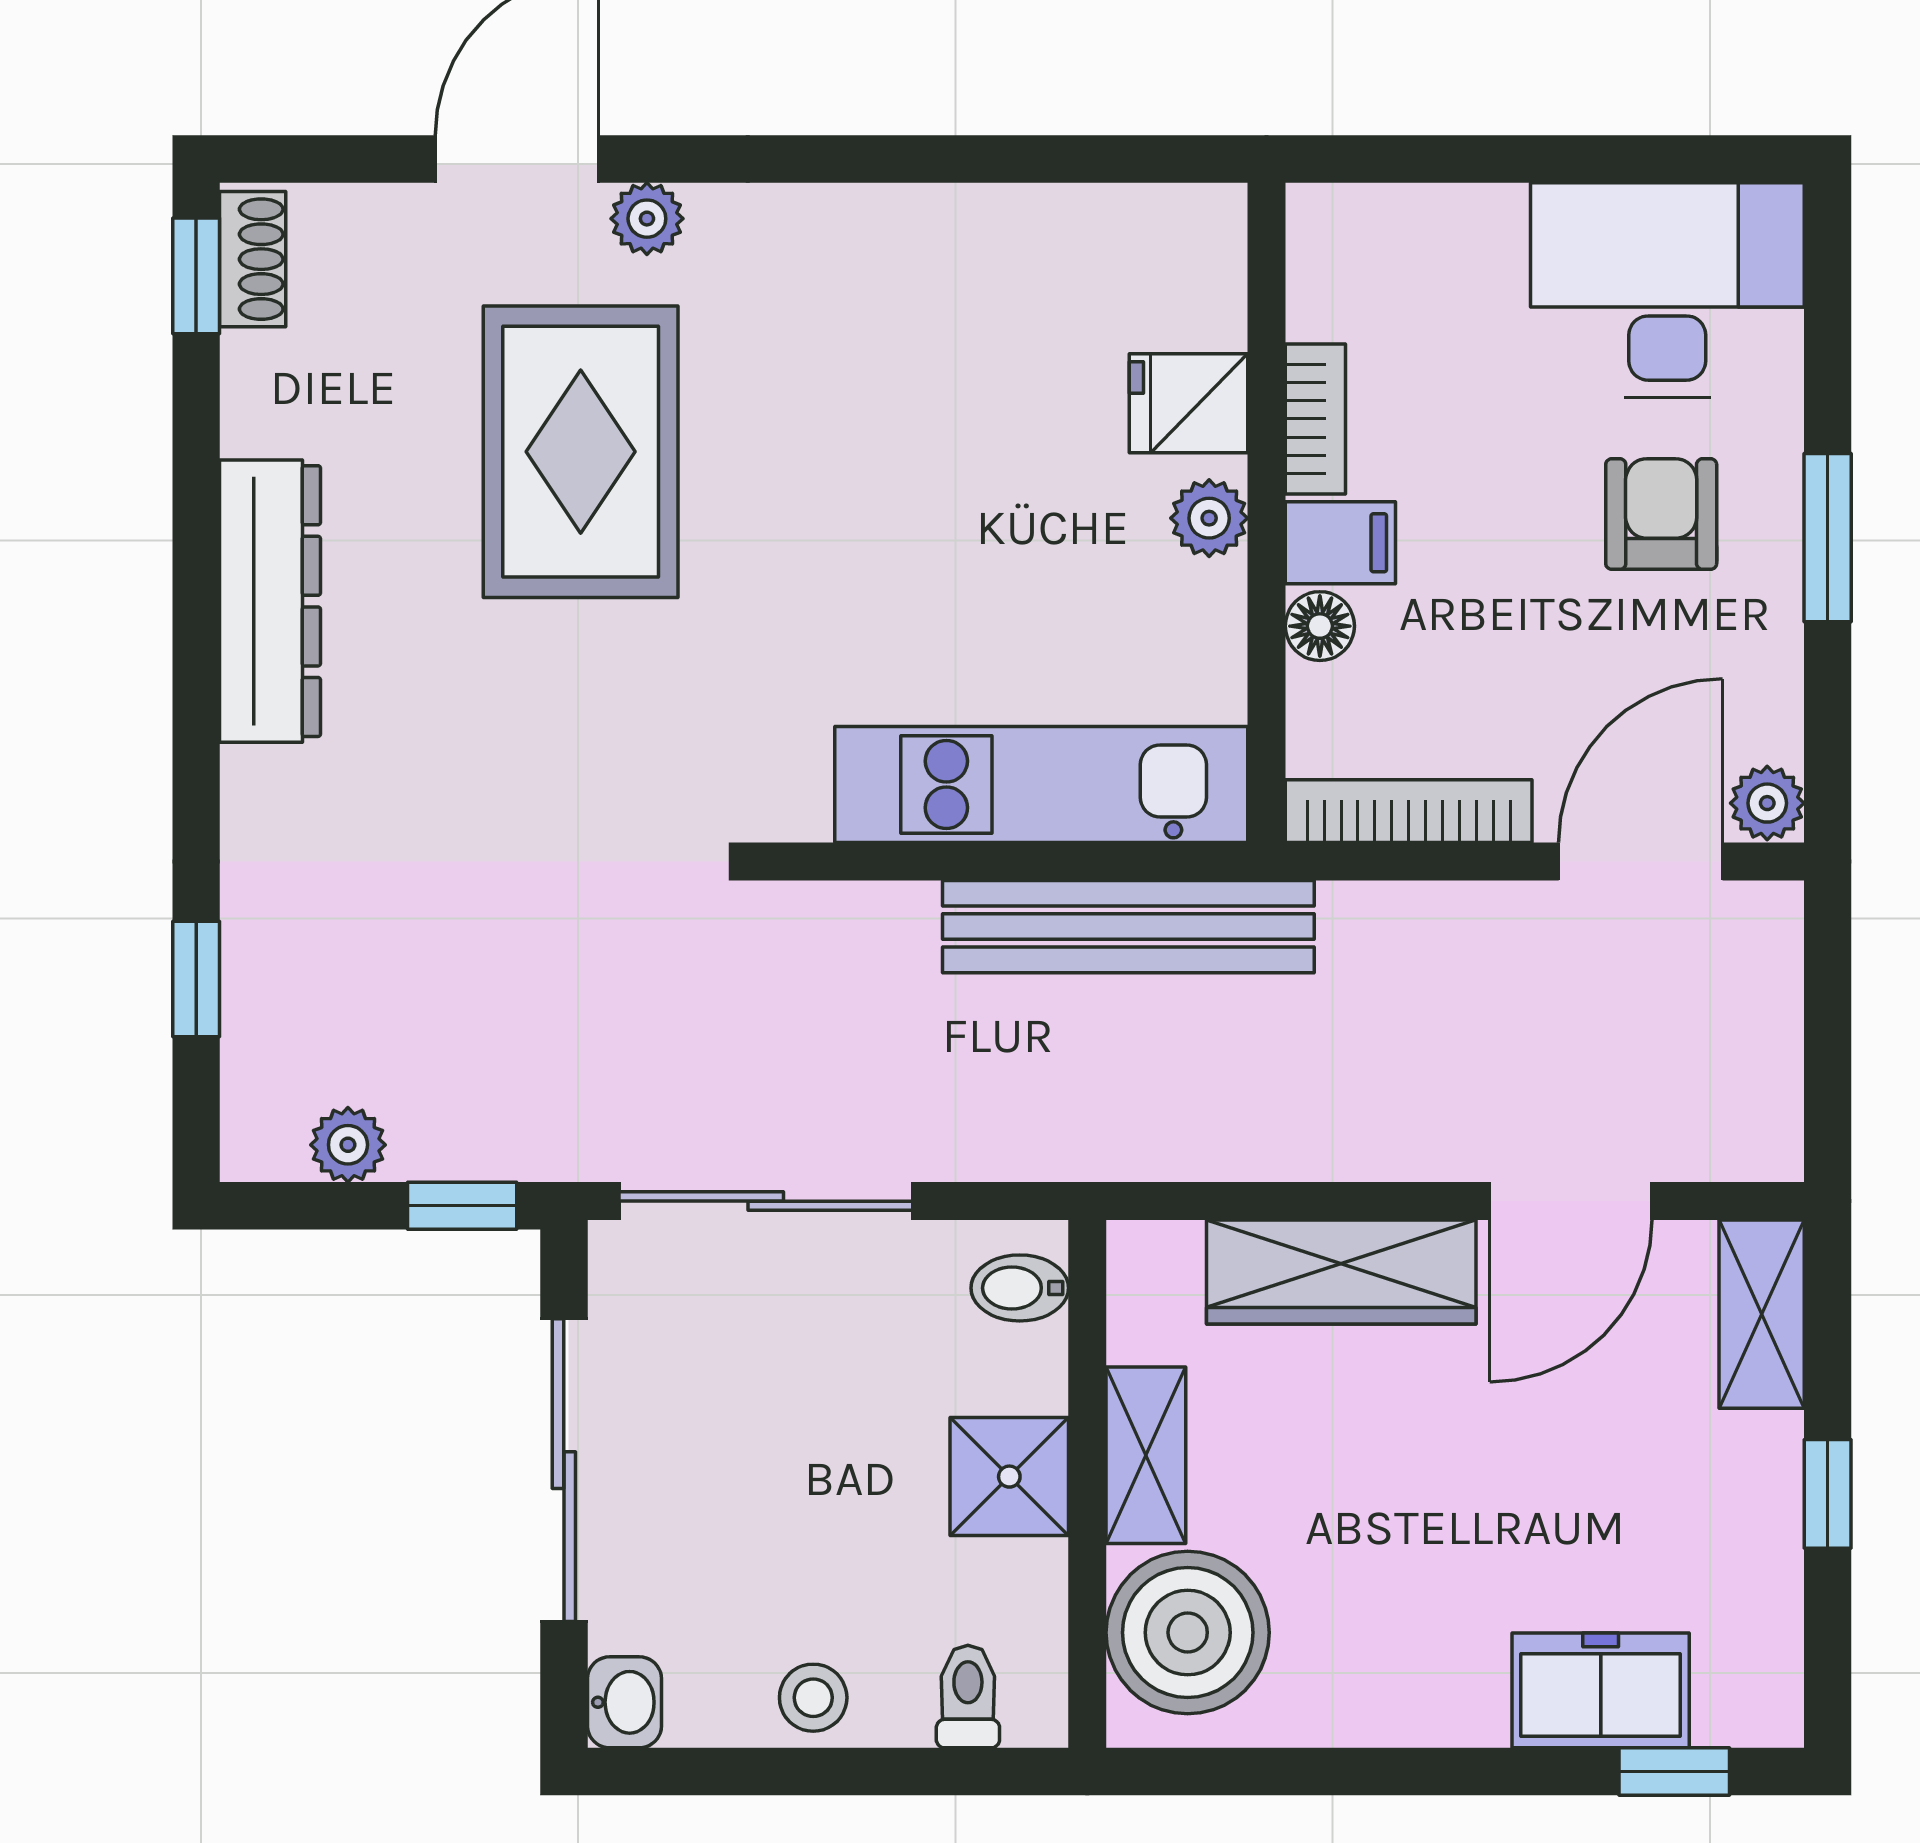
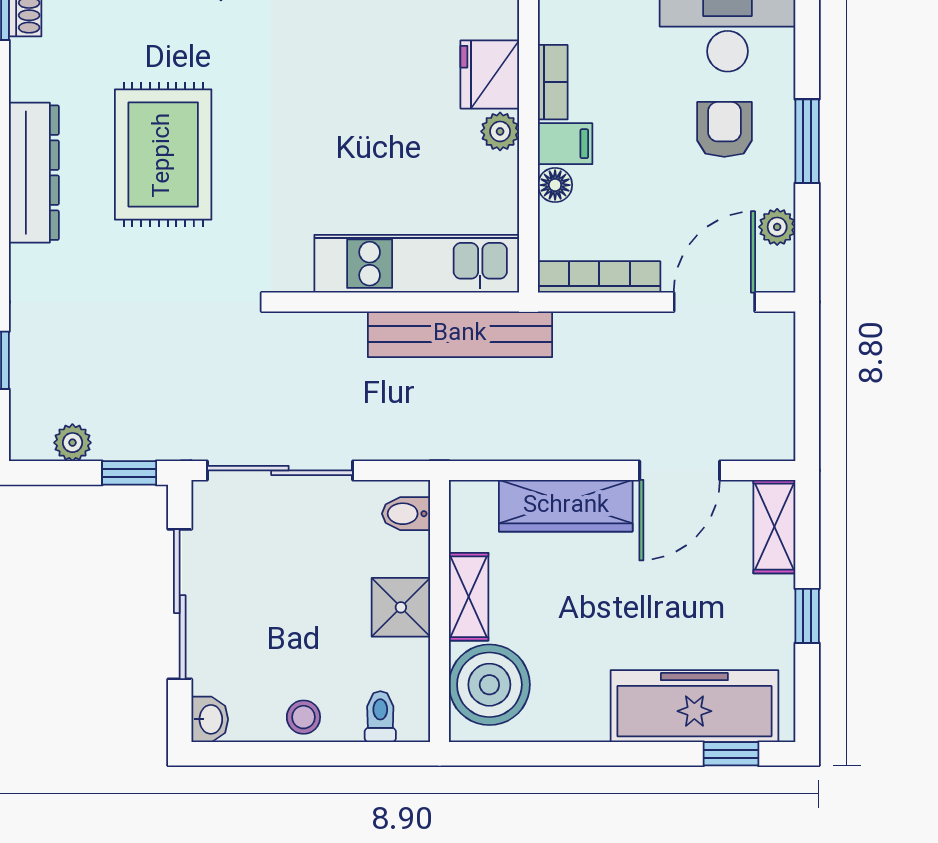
fridge: (1188, 403) -> (490, 74), width x1.38
rug: (581, 452) -> (163, 155), moved
plant: (1767, 803) -> (777, 227), moved
freezer: (1601, 1690) -> (694, 706), width x1.91, depth x1.26

